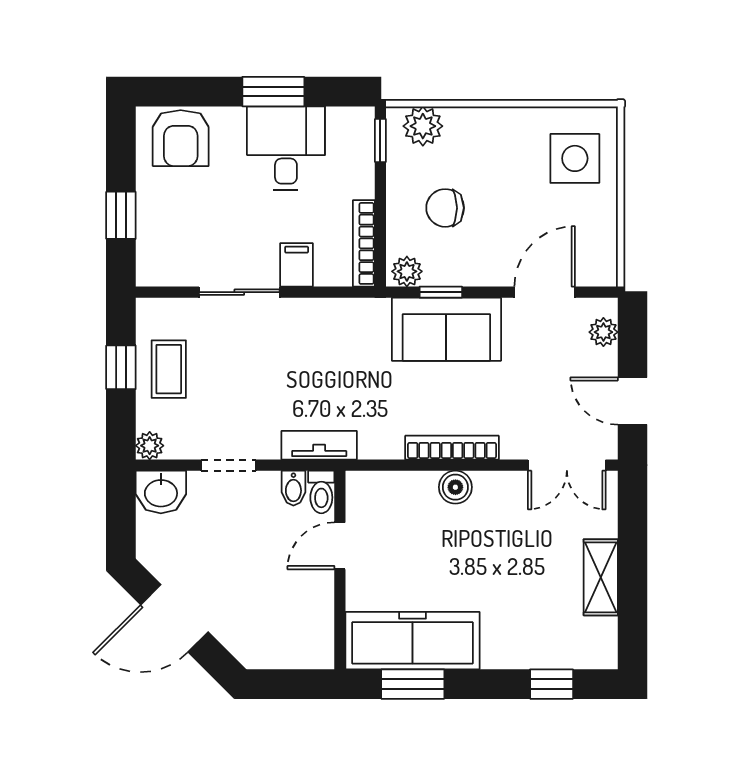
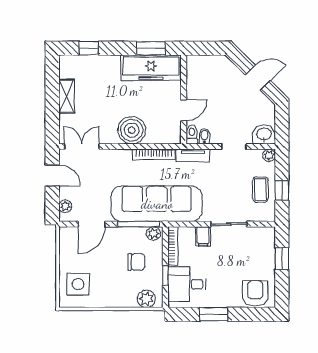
window: (380, 141) -> (165, 275), moved
desk: (286, 148) -> (187, 284), moved, turned 90
window: (441, 292) -> (138, 224), width x2.17
sofa: (446, 329) -> (157, 204), width x1.85, depth x1.27
bookcase: (452, 448) -> (154, 154), moved
boiler: (455, 487) -> (132, 130), width x1.86, depth x1.86
door: (174, 618) -> (258, 78), width x0.73

